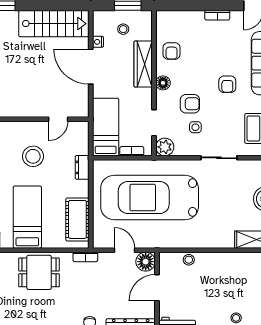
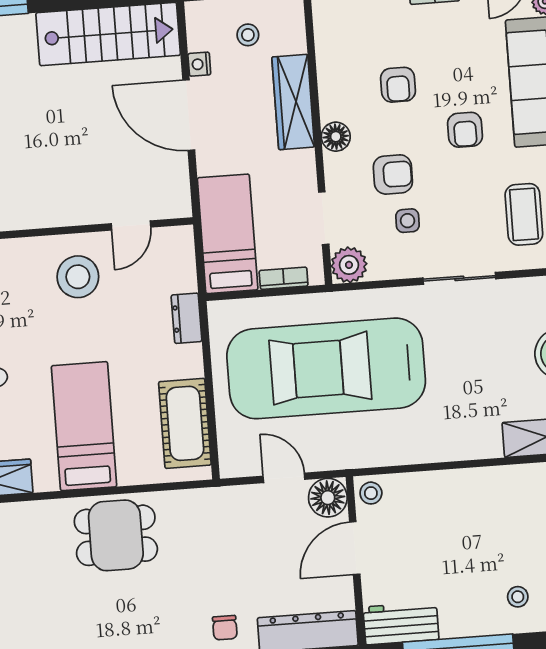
armchair: (172, 51) -> (398, 85), moved
stool: (33, 156) -> (78, 277), moved
bookcase: (85, 257) -> (206, 497), removed
stool: (189, 260) -> (371, 493), moved

